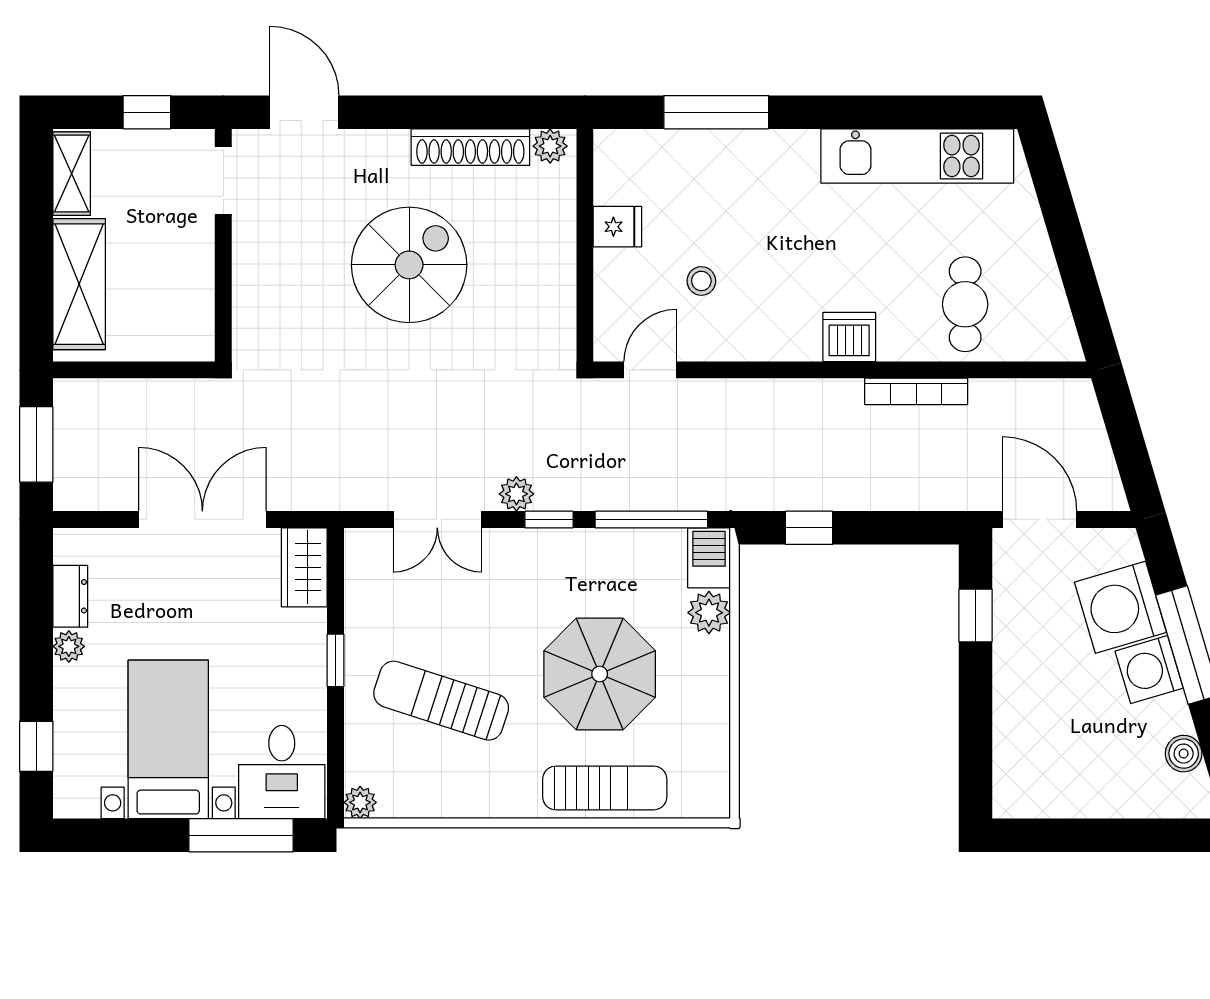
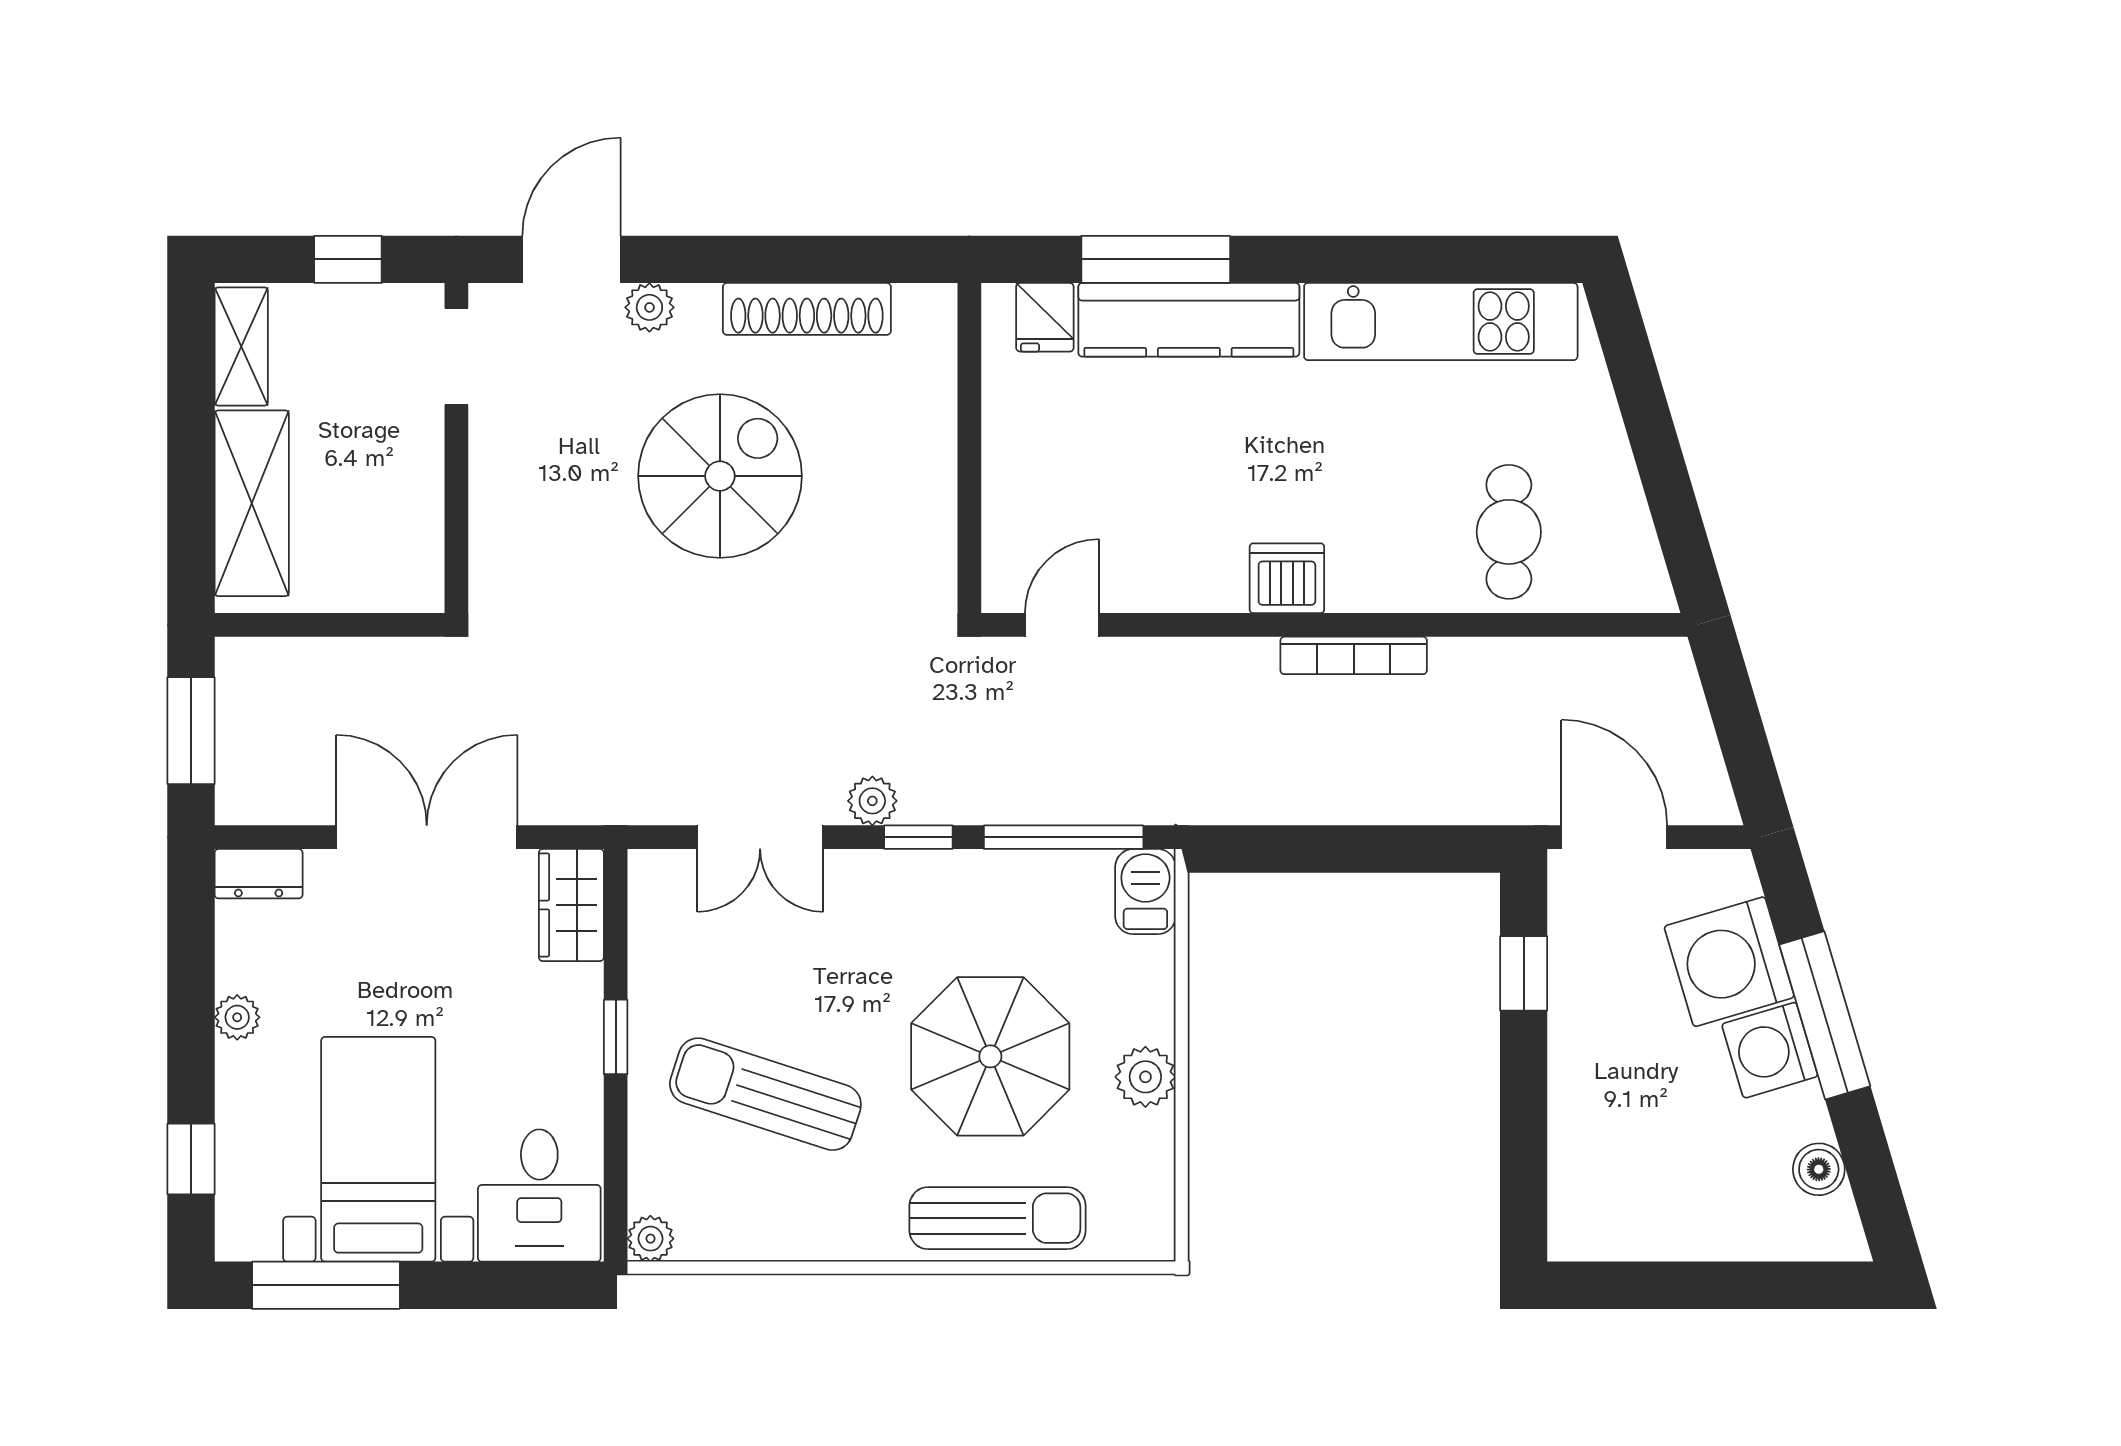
door: (304, 112) -> (571, 259), hinge flipped
plant: (550, 146) -> (649, 307), moved
kitchen counter: (740, 155) -> (1189, 320), added
fridge: (617, 227) -> (1045, 317), moved, turned 90
stool: (701, 281) -> (1135, 499), removed
dishwasher: (849, 337) -> (1287, 578), moved
bookcase: (916, 391) -> (1354, 655), moved
window: (809, 528) -> (1287, 849), removed
dresser: (70, 596) -> (259, 874), moved, turned 90
plant: (709, 613) -> (1145, 1077), moved
window: (241, 835) -> (326, 1285), moved

